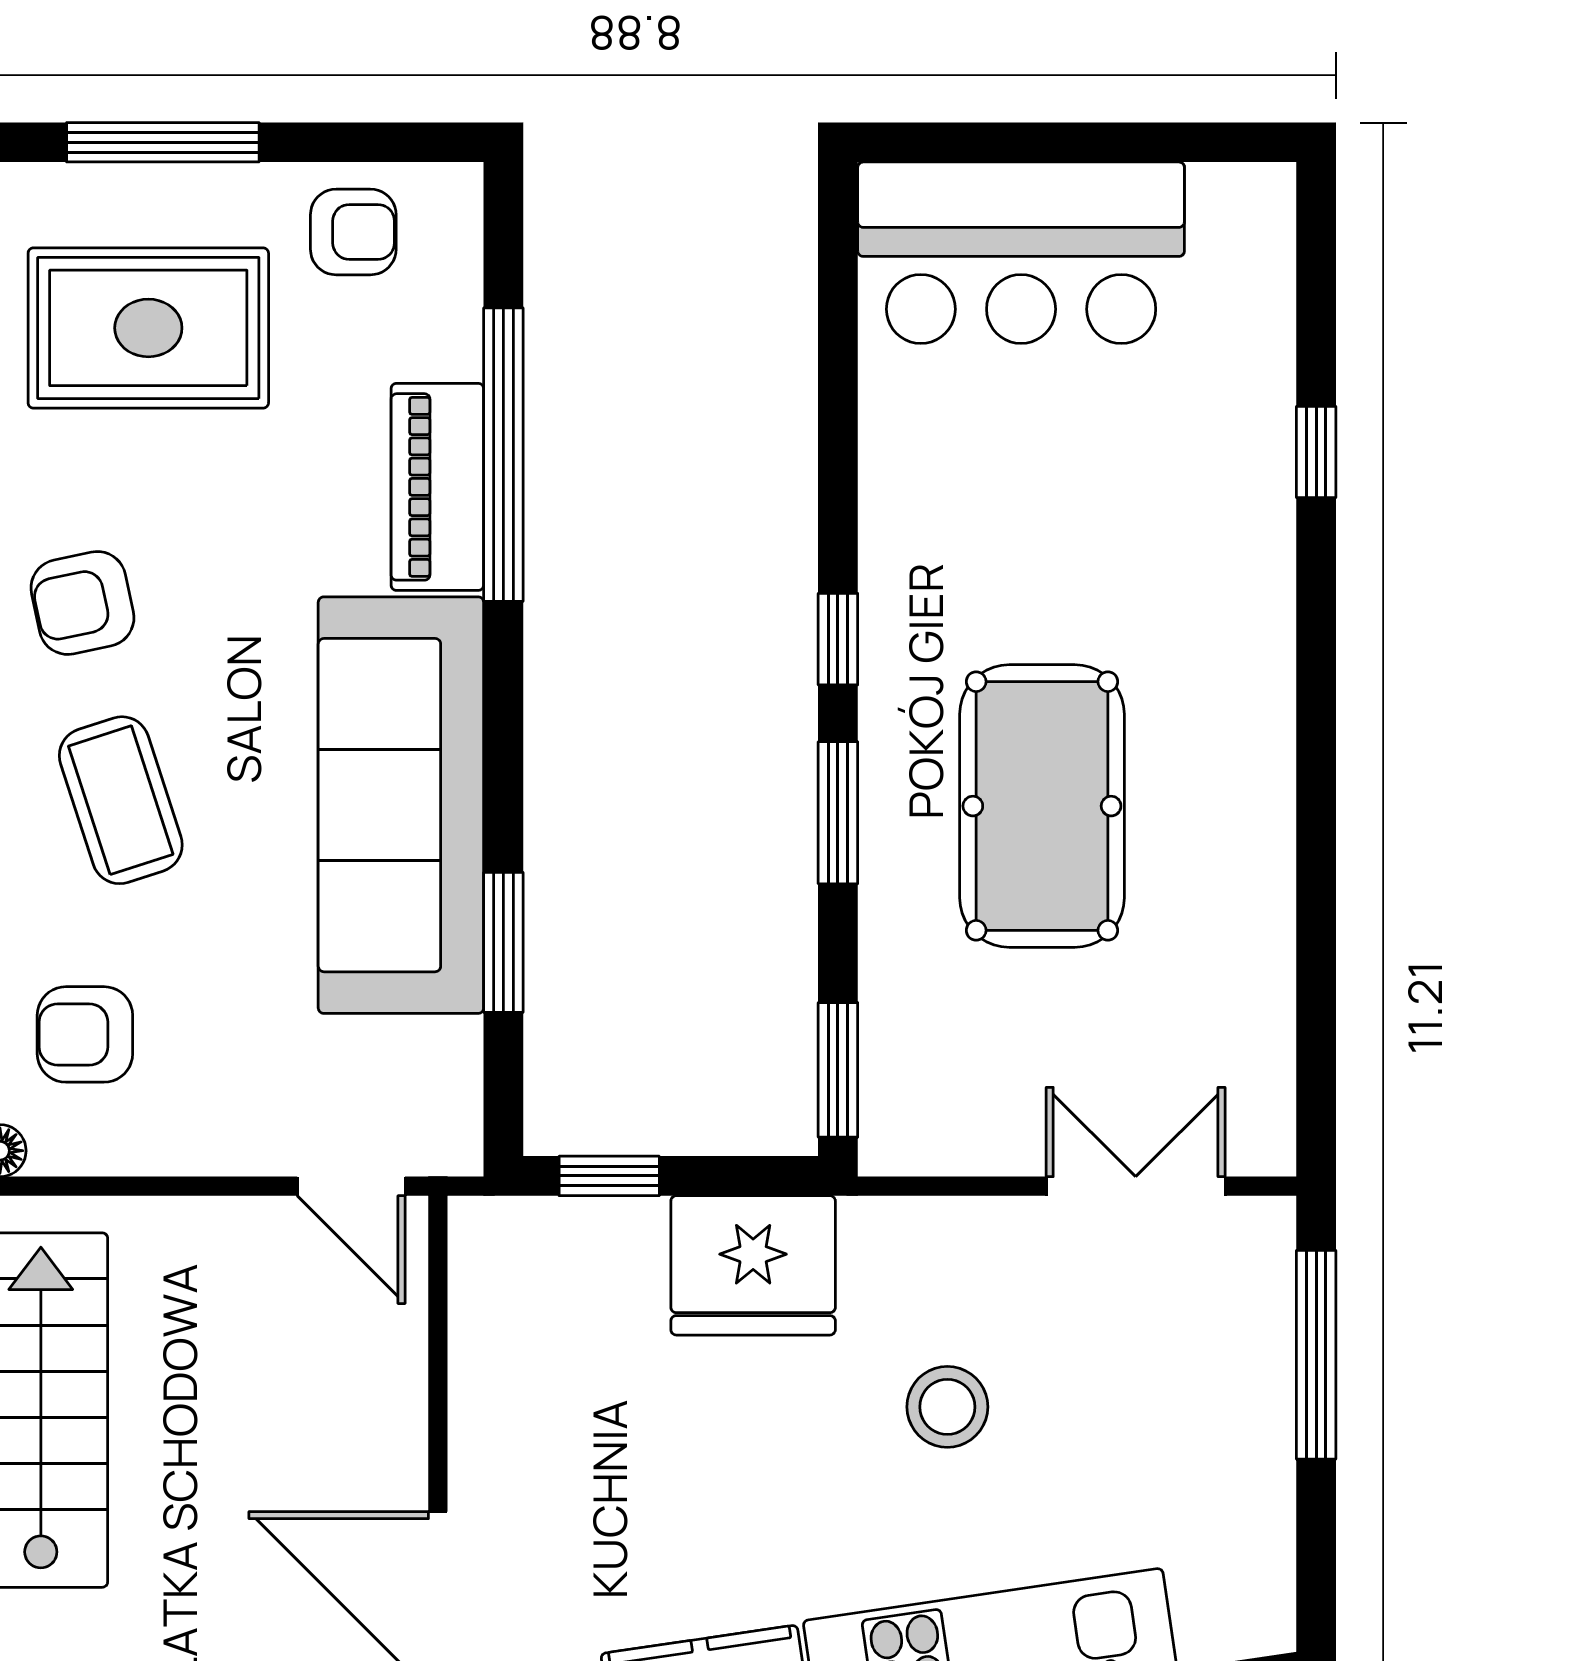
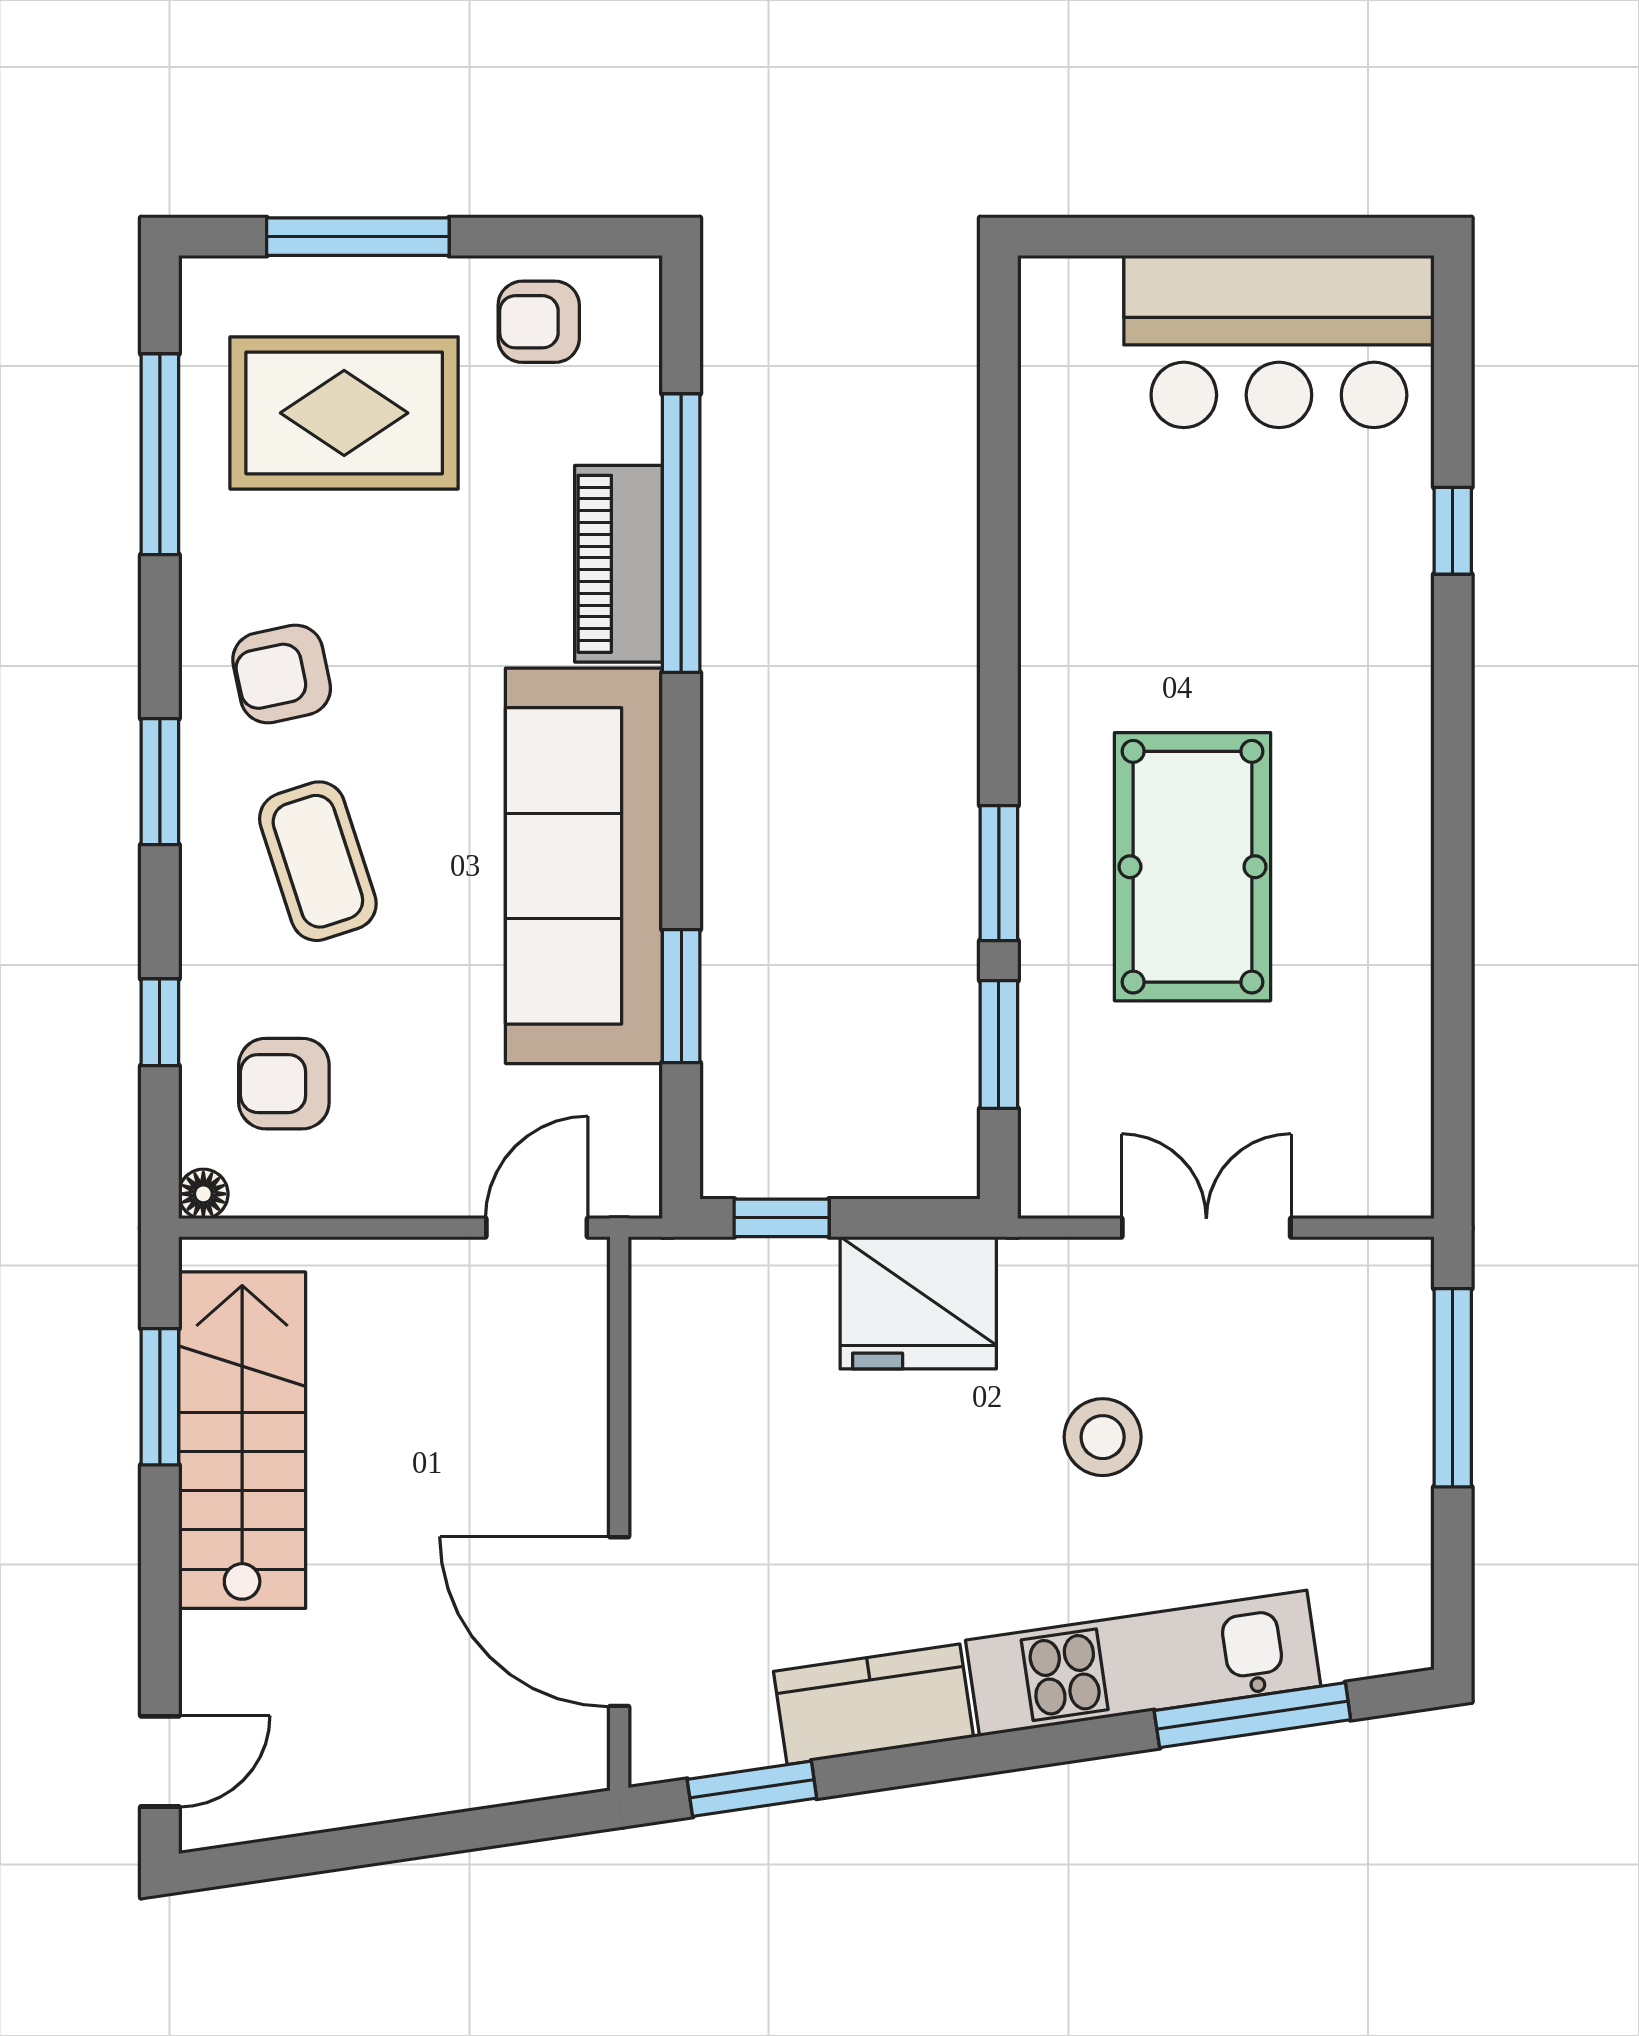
armchair: (353, 232) -> (539, 322), turned 180
bar counter: (1021, 253) -> (1279, 341), moved
window: (838, 639) -> (999, 708), removed
window: (838, 1070) -> (999, 1045), moved
door: (351, 1186) -> (537, 1228), swing flipped
double door: (1136, 1186) -> (1206, 1228), moved

